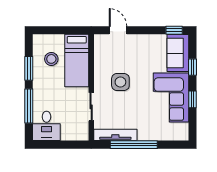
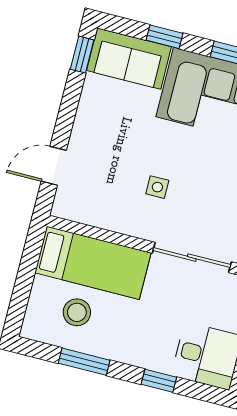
side table: (120, 82) -> (157, 187), width x0.54, depth x0.54
window: (29, 106) -> (159, 381), width x0.46
sliding door: (91, 107) -> (192, 258), width x1.37

